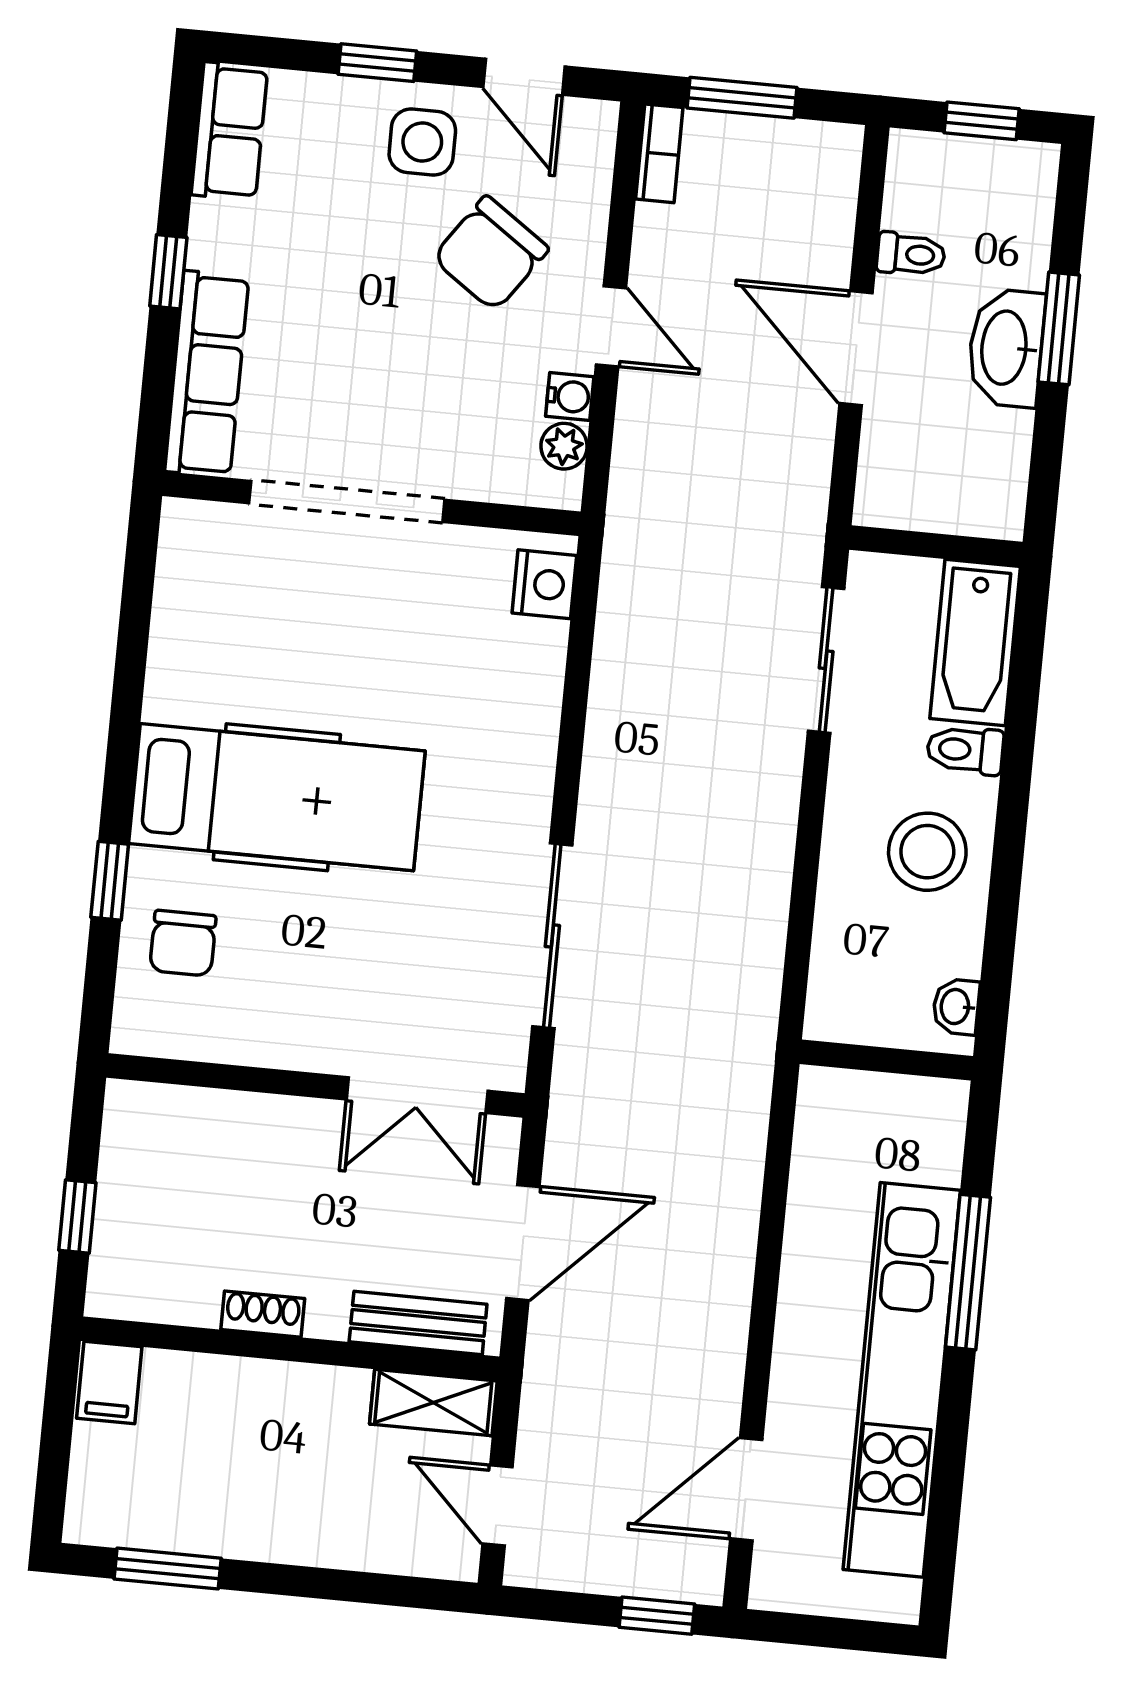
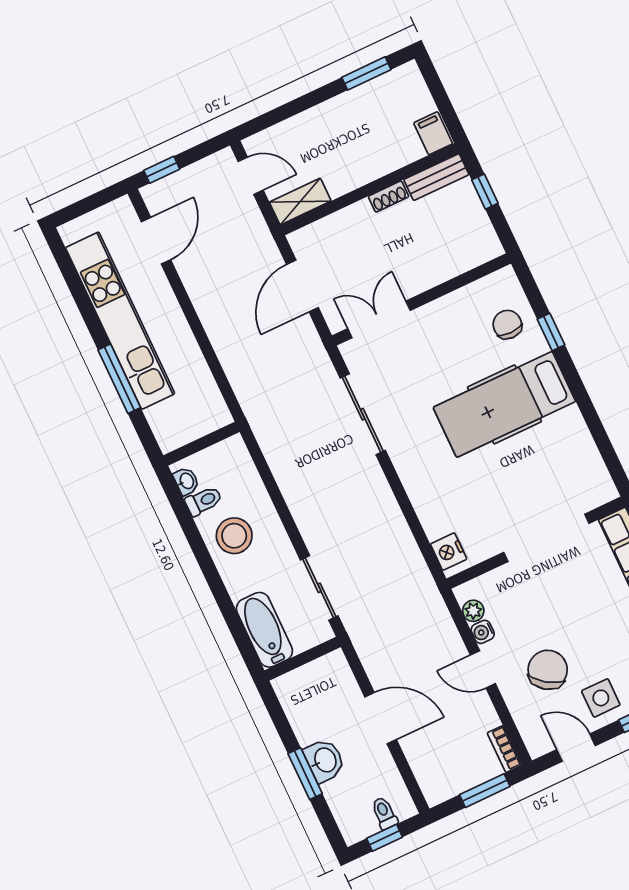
toilet: (911, 254) -> (384, 813), moved, turned 90
washbasin: (1006, 348) -> (325, 760), width x0.72
toilet: (965, 750) -> (204, 501), moved
bench: (418, 1323) -> (436, 177), moved

